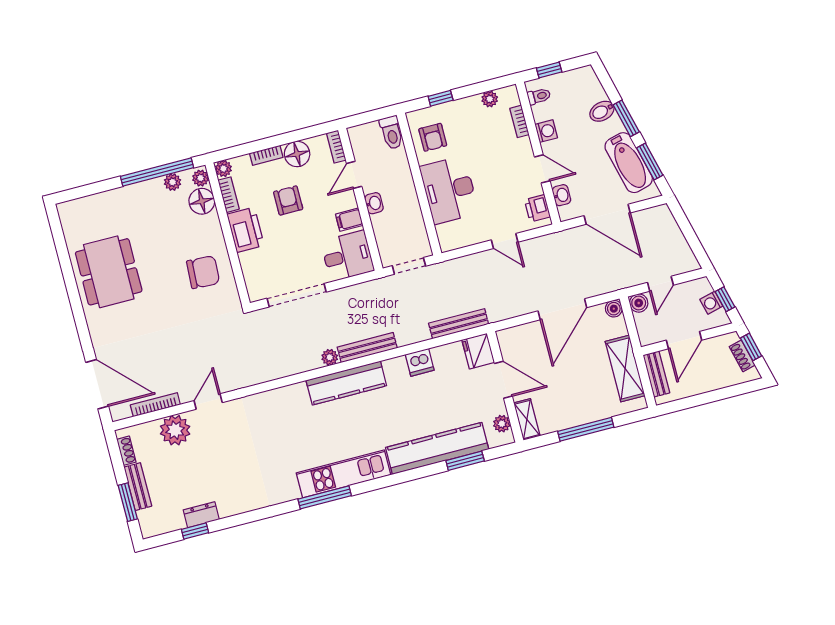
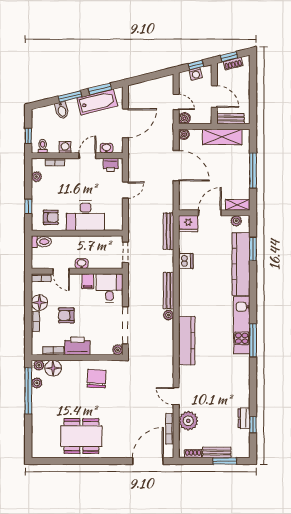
plant: (223, 169) -> (118, 350), moved
kitchen counter: (346, 383) -> (187, 341), moved

